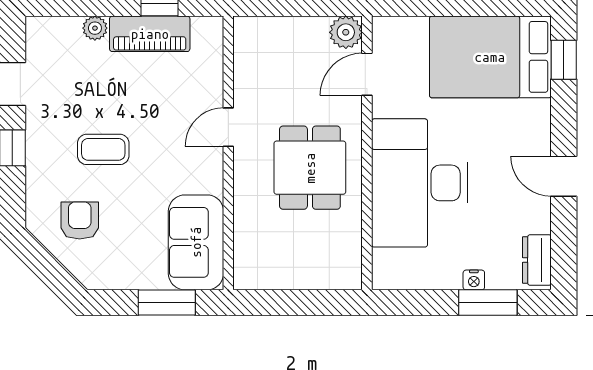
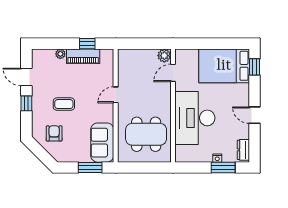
dining table: (310, 168) -> (146, 134), moved, width x1.38

